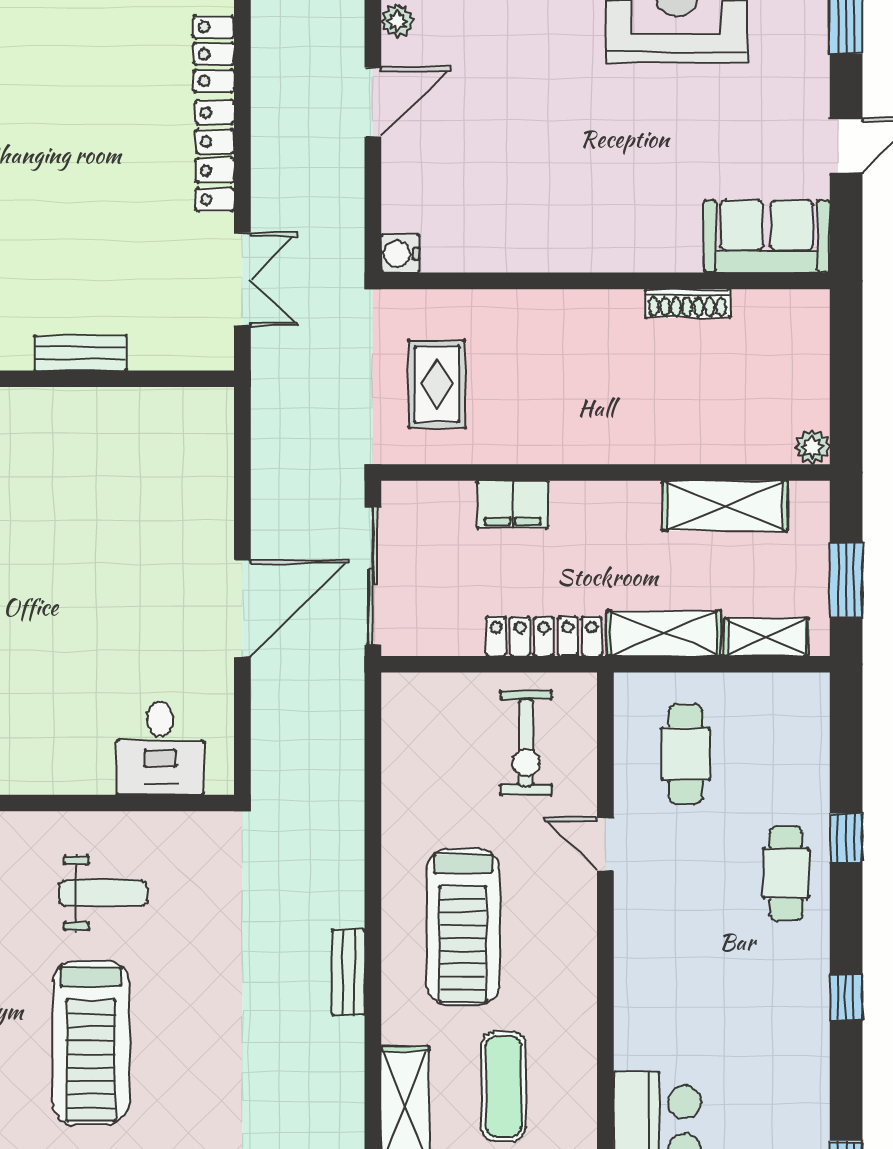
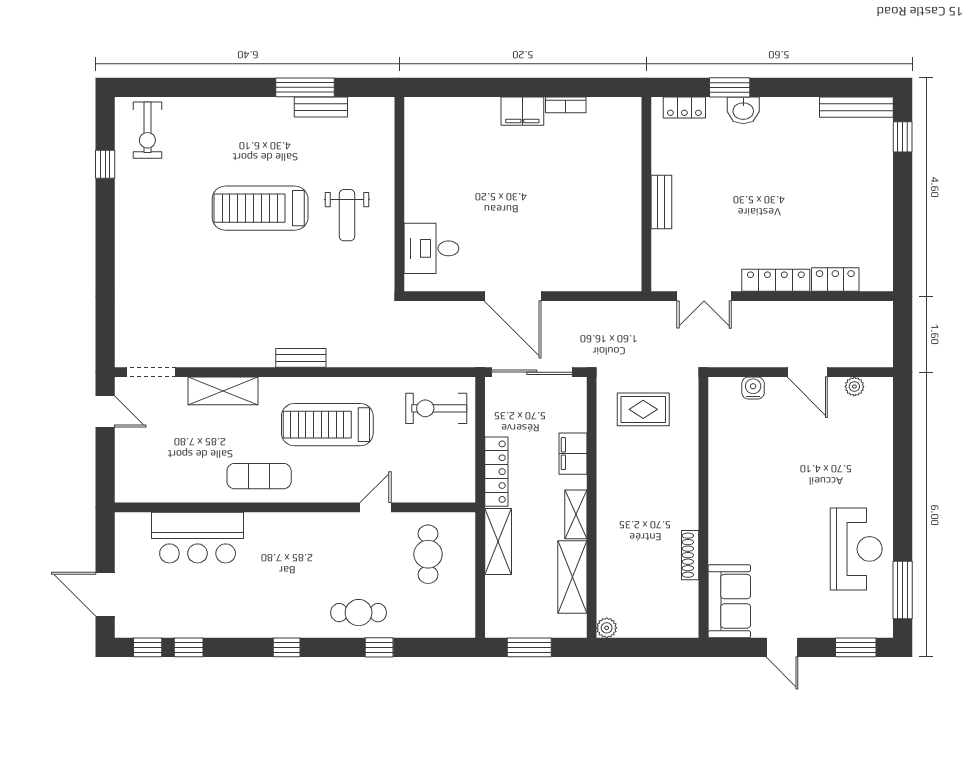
water cooler: (400, 254) -> (753, 388), moved
shelving: (766, 637) -> (576, 514), moved
exercise bike: (526, 743) -> (436, 408), moved
cafe table: (686, 754) -> (428, 554), turned 90
exercise mat: (504, 1086) -> (259, 476), moved

